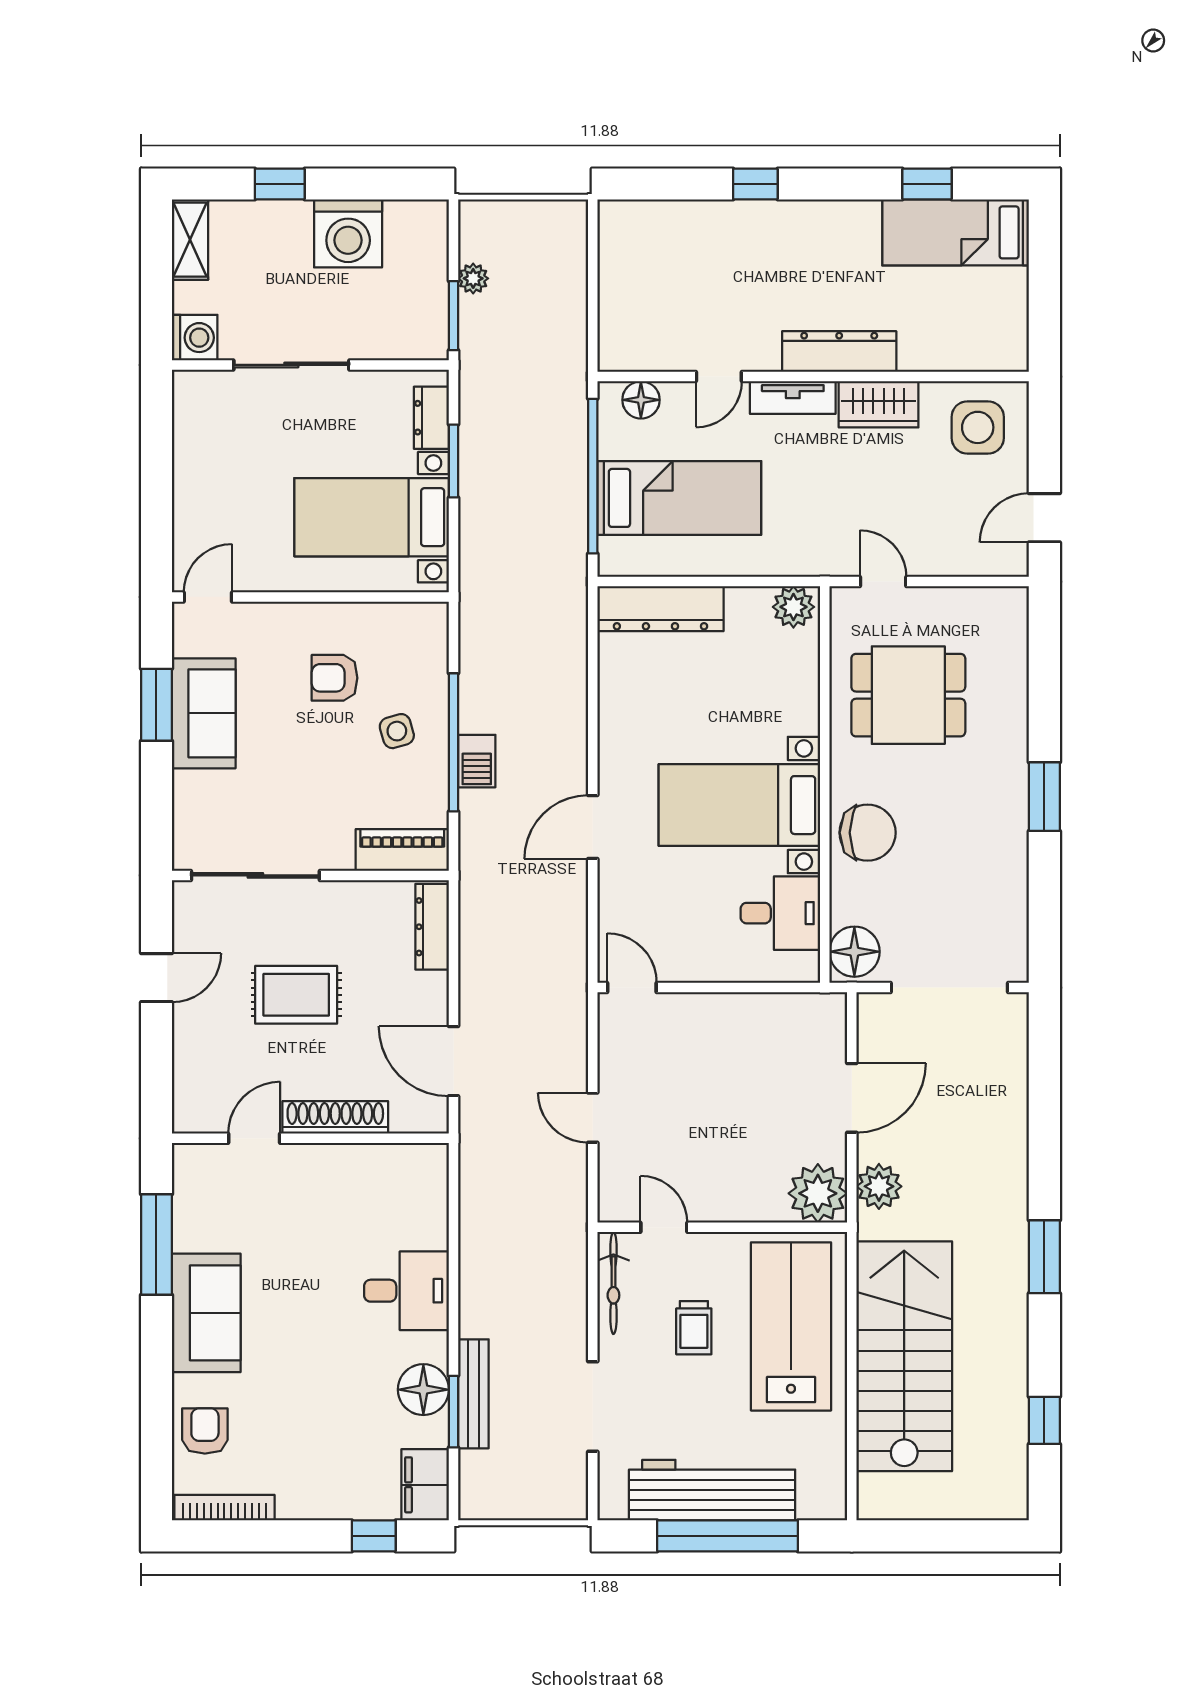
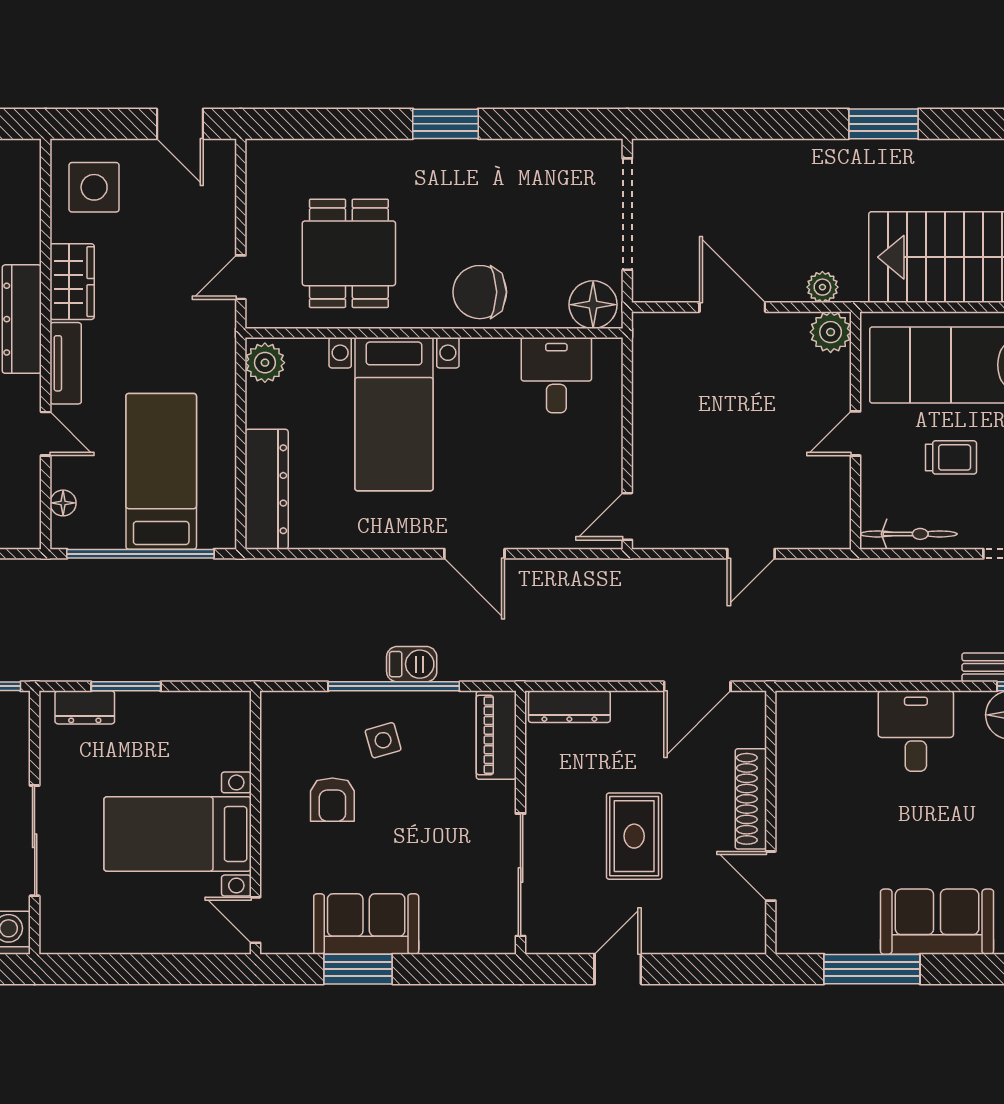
floor lamp: (641, 400) -> (63, 503), width x0.73, depth x0.73
bed with nightstands: (372, 517) -> (178, 834), moved, turned 90
bed with nightstands: (739, 805) -> (394, 414), moved
chair: (868, 833) -> (480, 292), turned -90
door: (156, 978) -> (618, 969), hinge flipped
plant: (879, 1186) -> (822, 287), width x0.73, depth x0.73
plant: (818, 1193) -> (831, 332), width x0.73, depth x0.73
door: (664, 1227) -> (855, 433), moved

